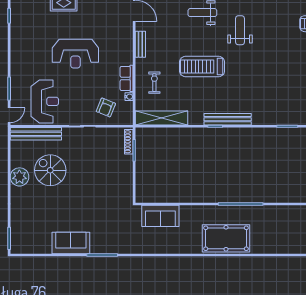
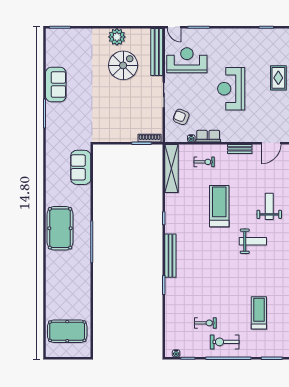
reception desk: (45, 101) -> (187, 60), turned 180
bench: (228, 119) -> (170, 256), moved

